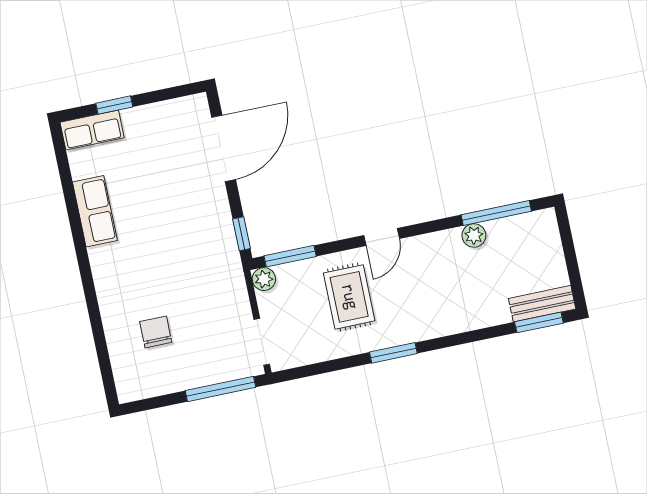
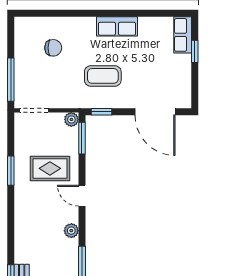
row of seats: (95, 211) -> (117, 26), moved
plant: (474, 235) -> (71, 231), moved
coffee table: (184, 244) -> (103, 76), added
window: (393, 353) -> (11, 171), moved

